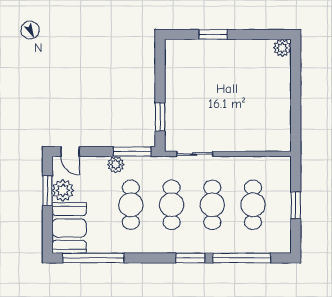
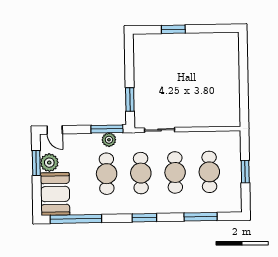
plant: (282, 48) -> (232, 40), removed
plant: (116, 165) -> (109, 140), moved
window: (190, 258) -> (144, 218), moved
window: (242, 258) -> (201, 217), width x0.68

